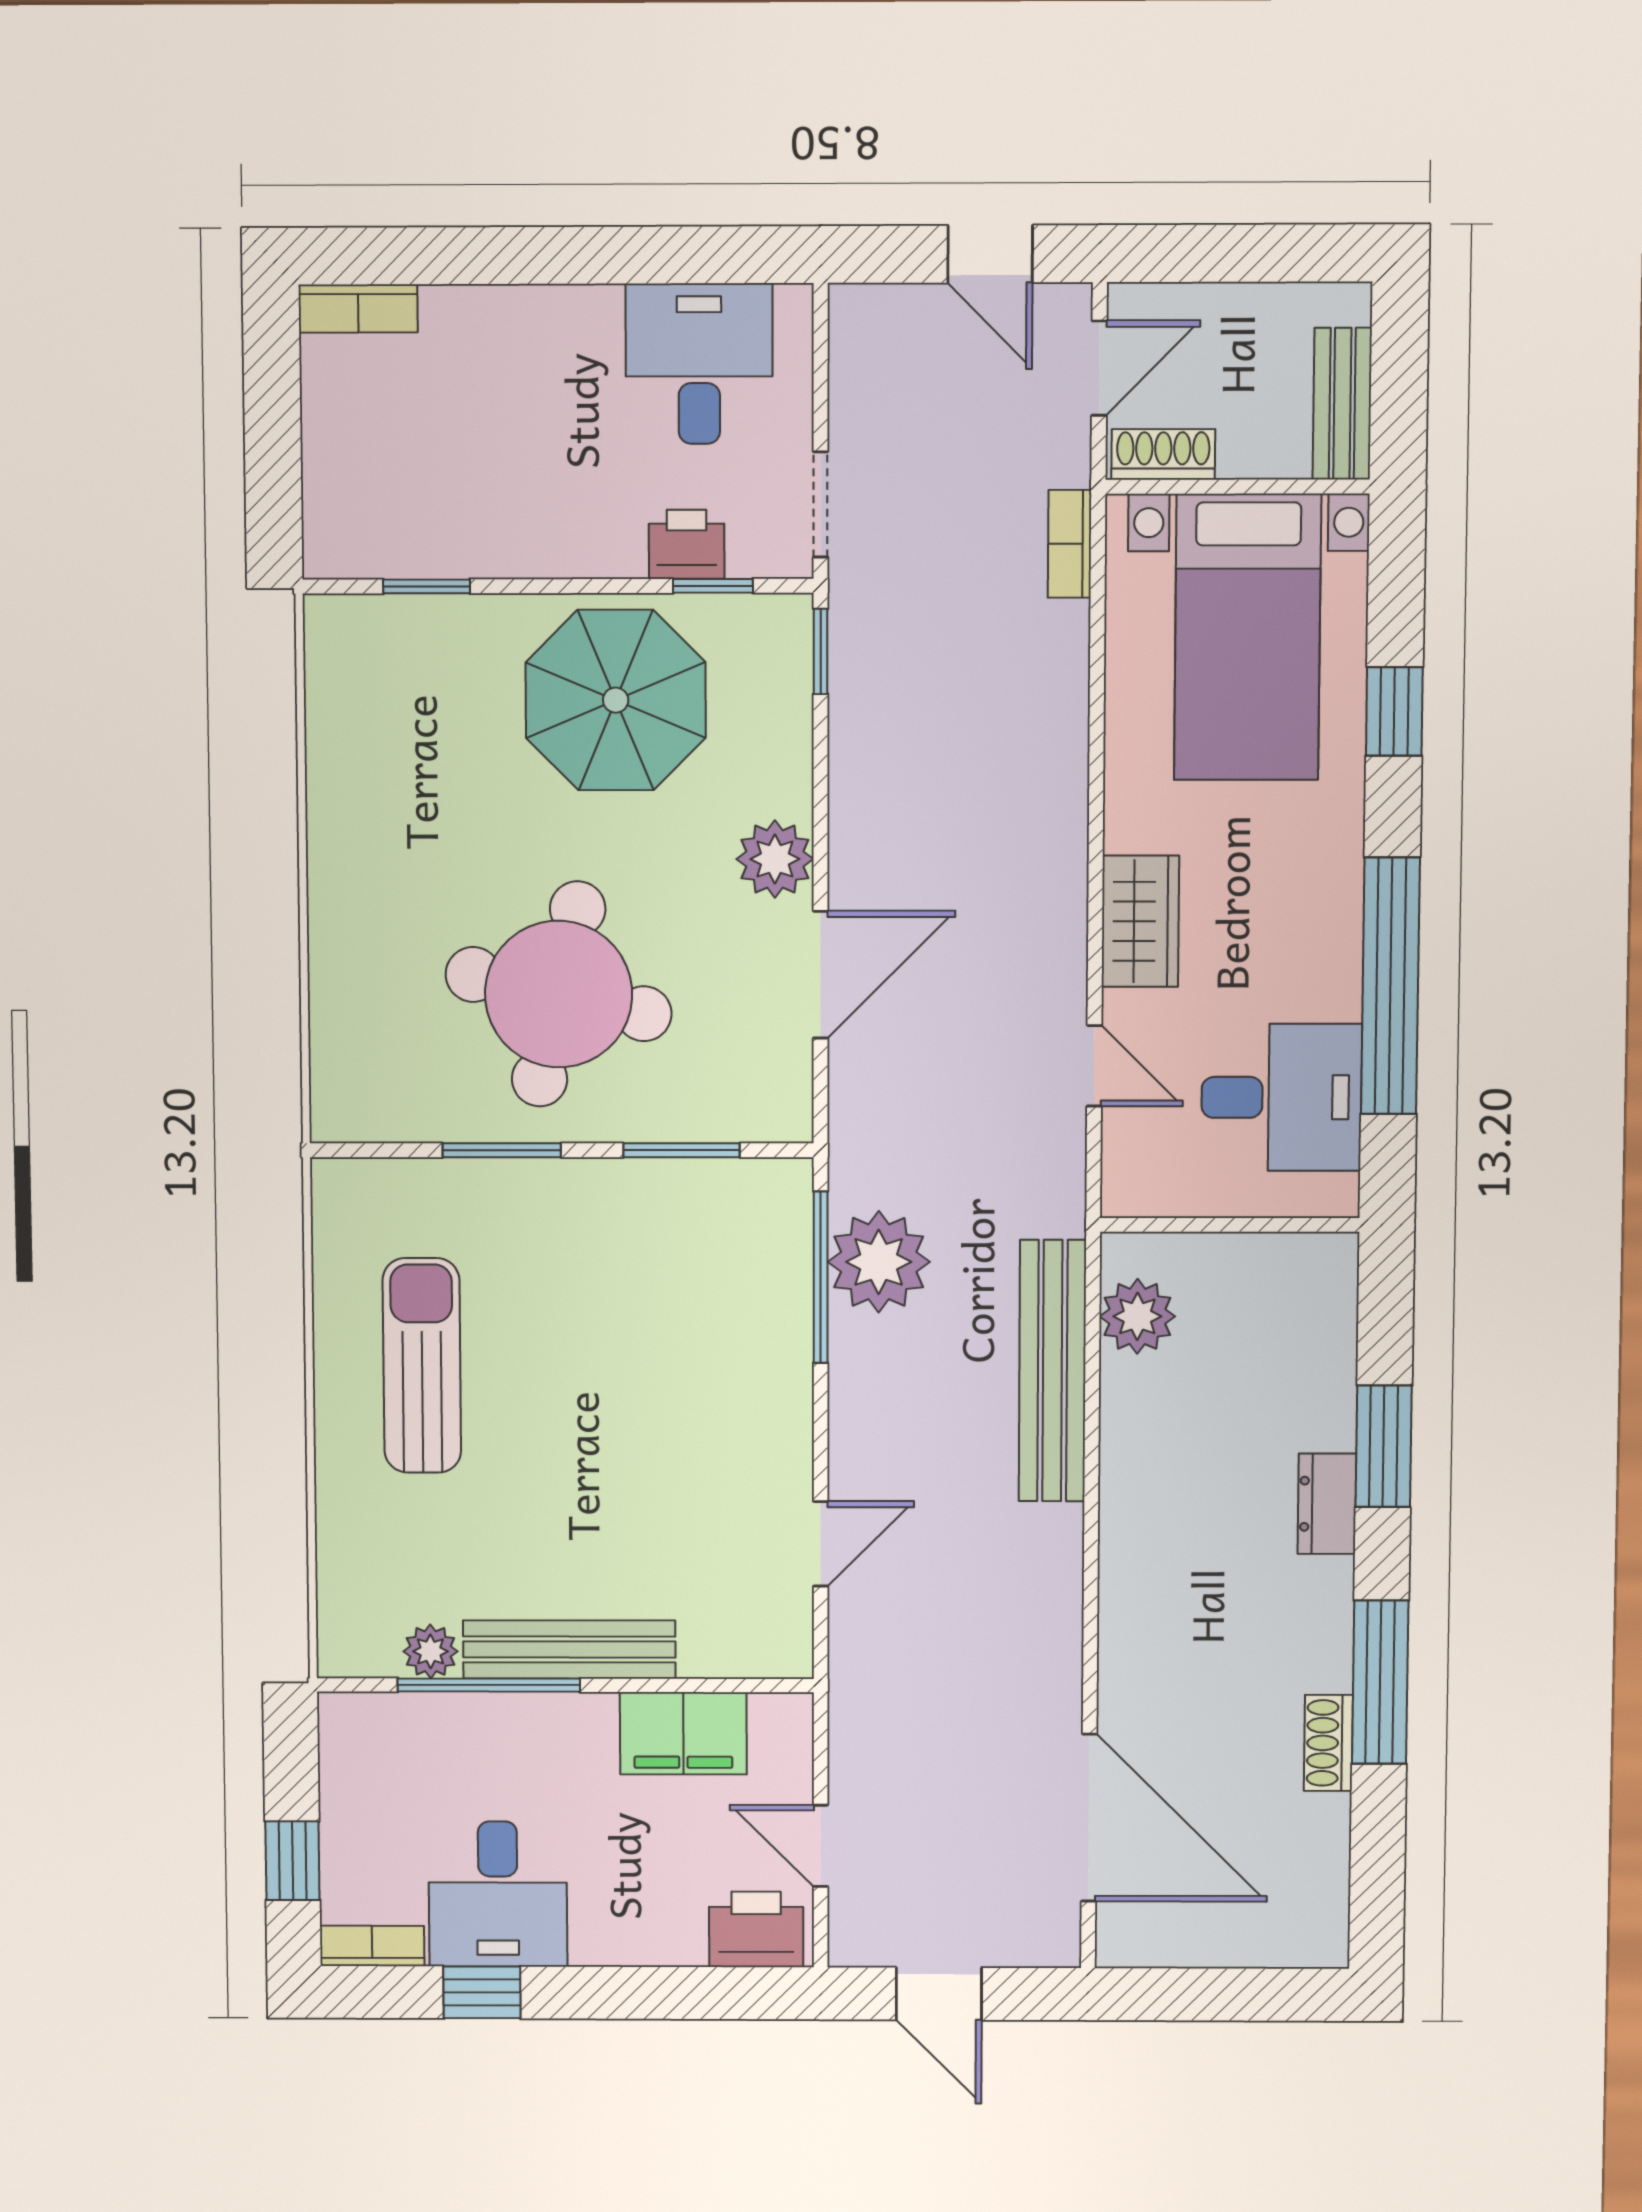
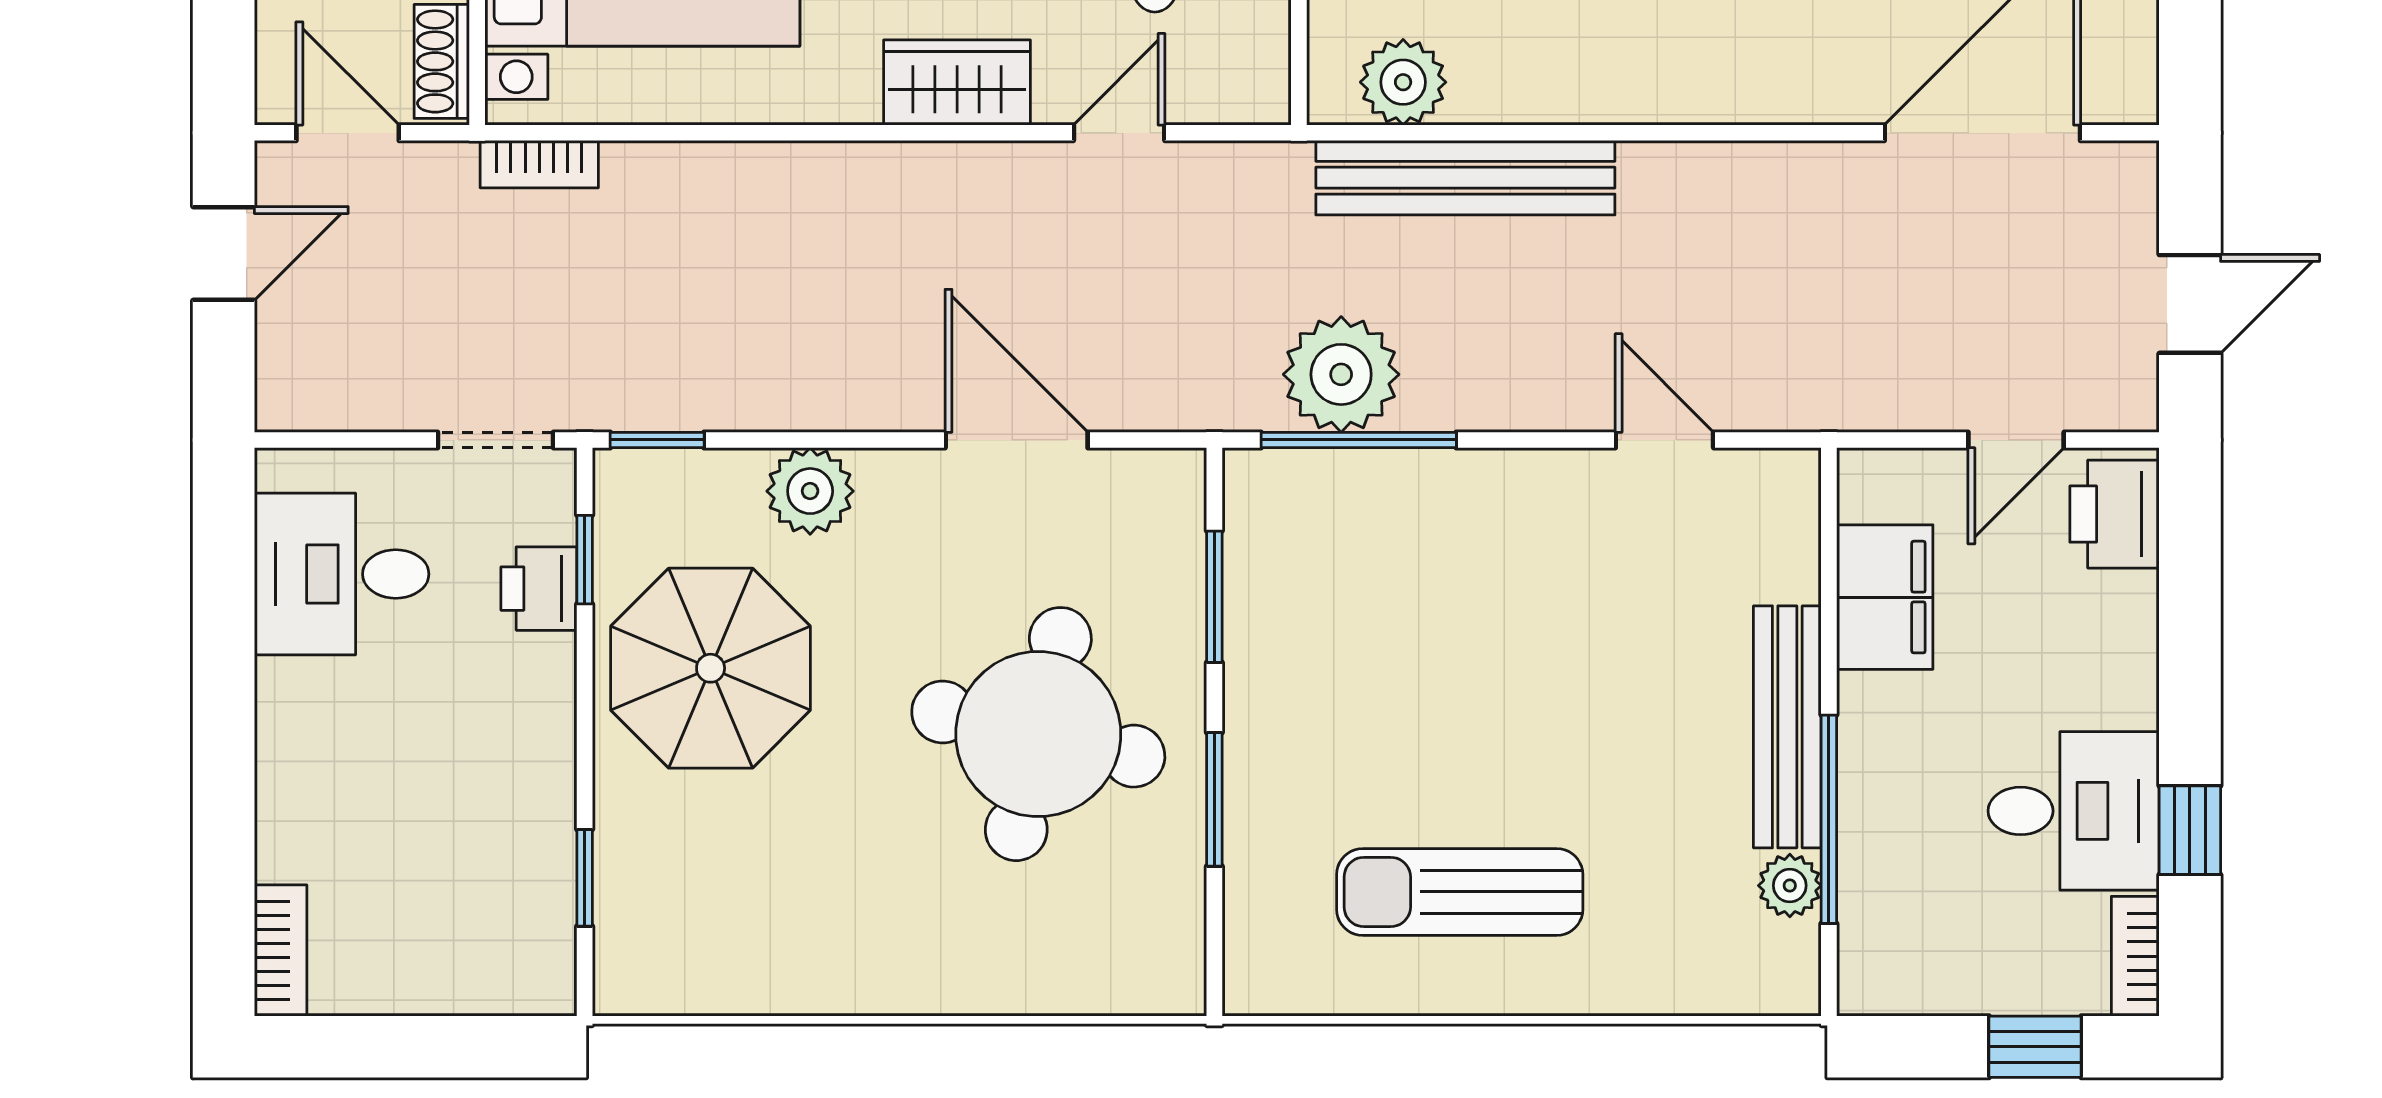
plant: (775, 859) -> (810, 491), moved

